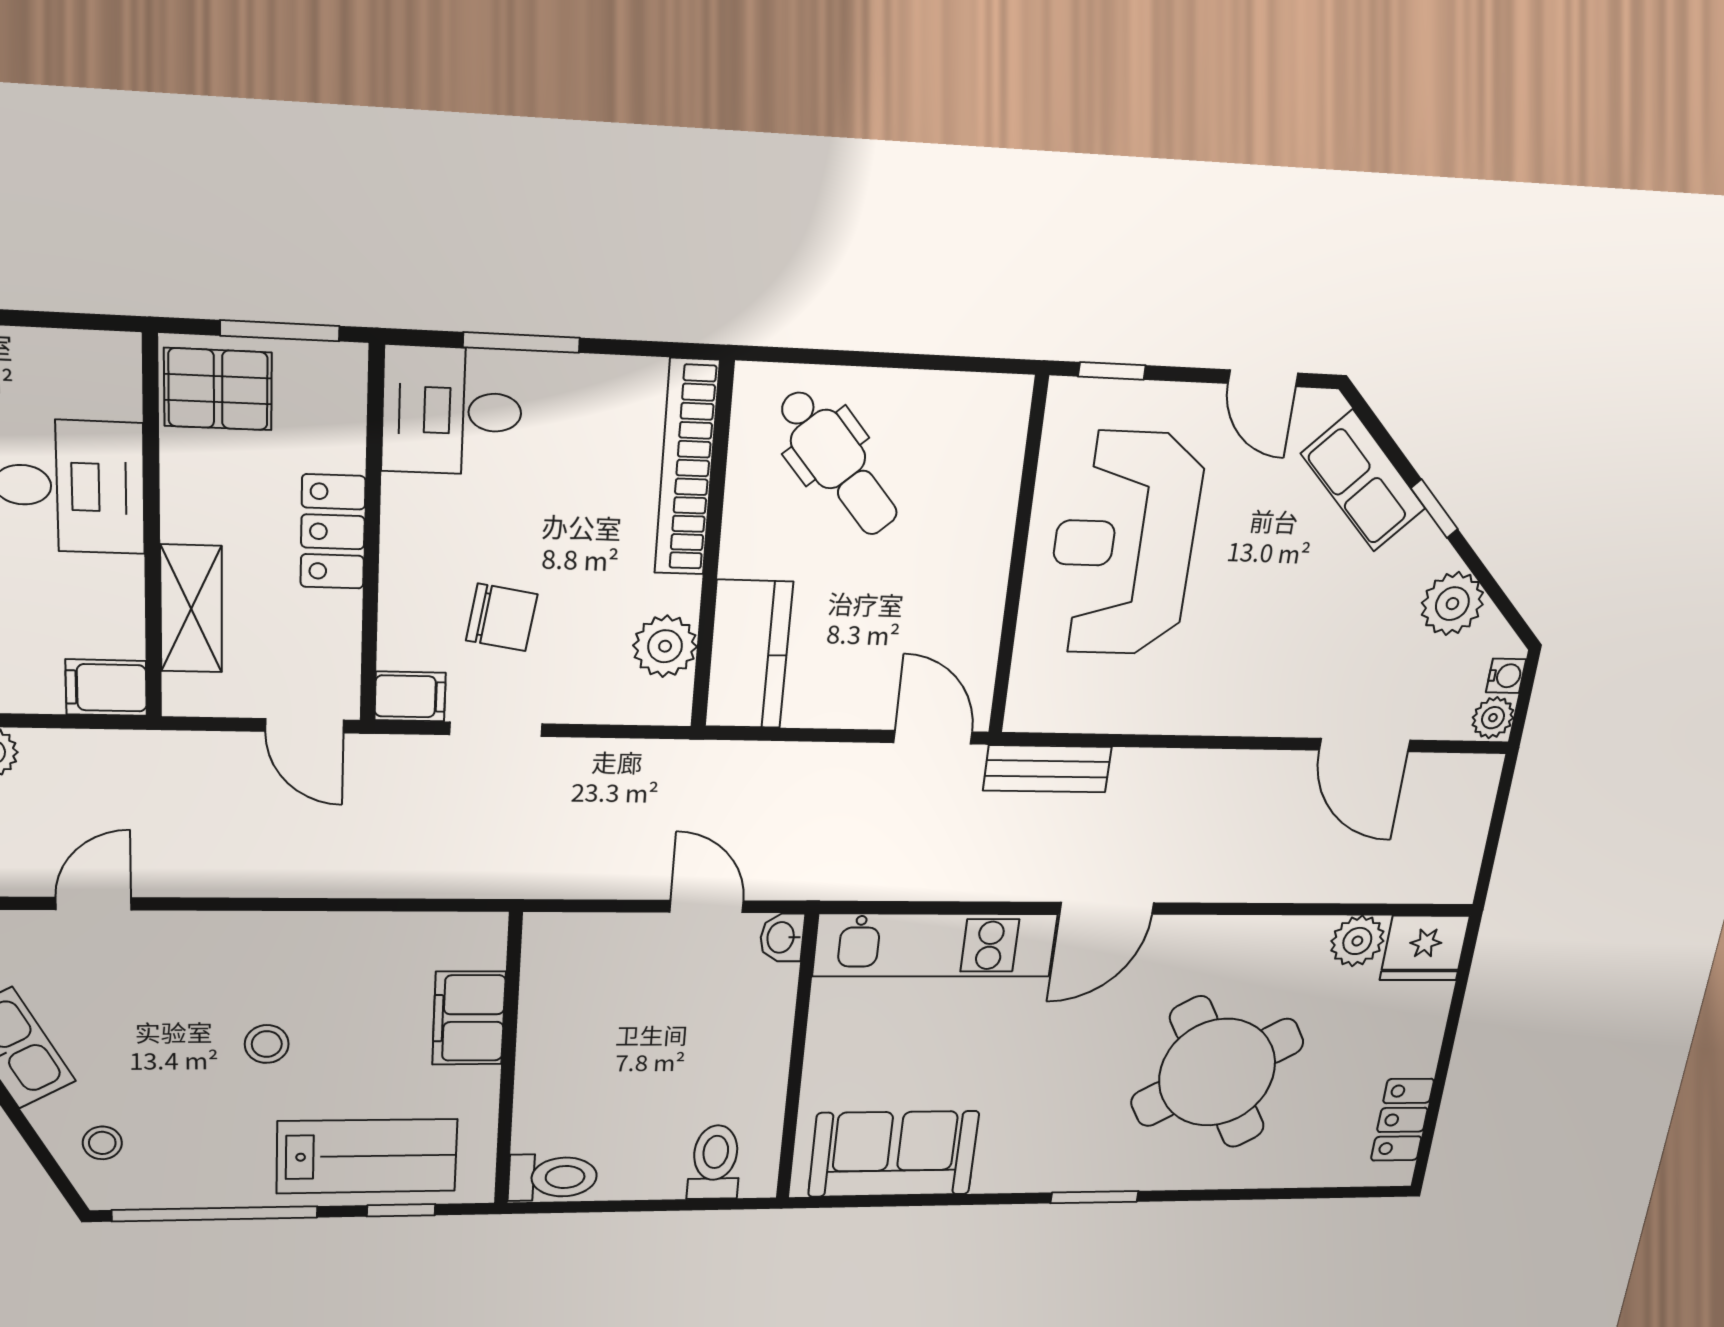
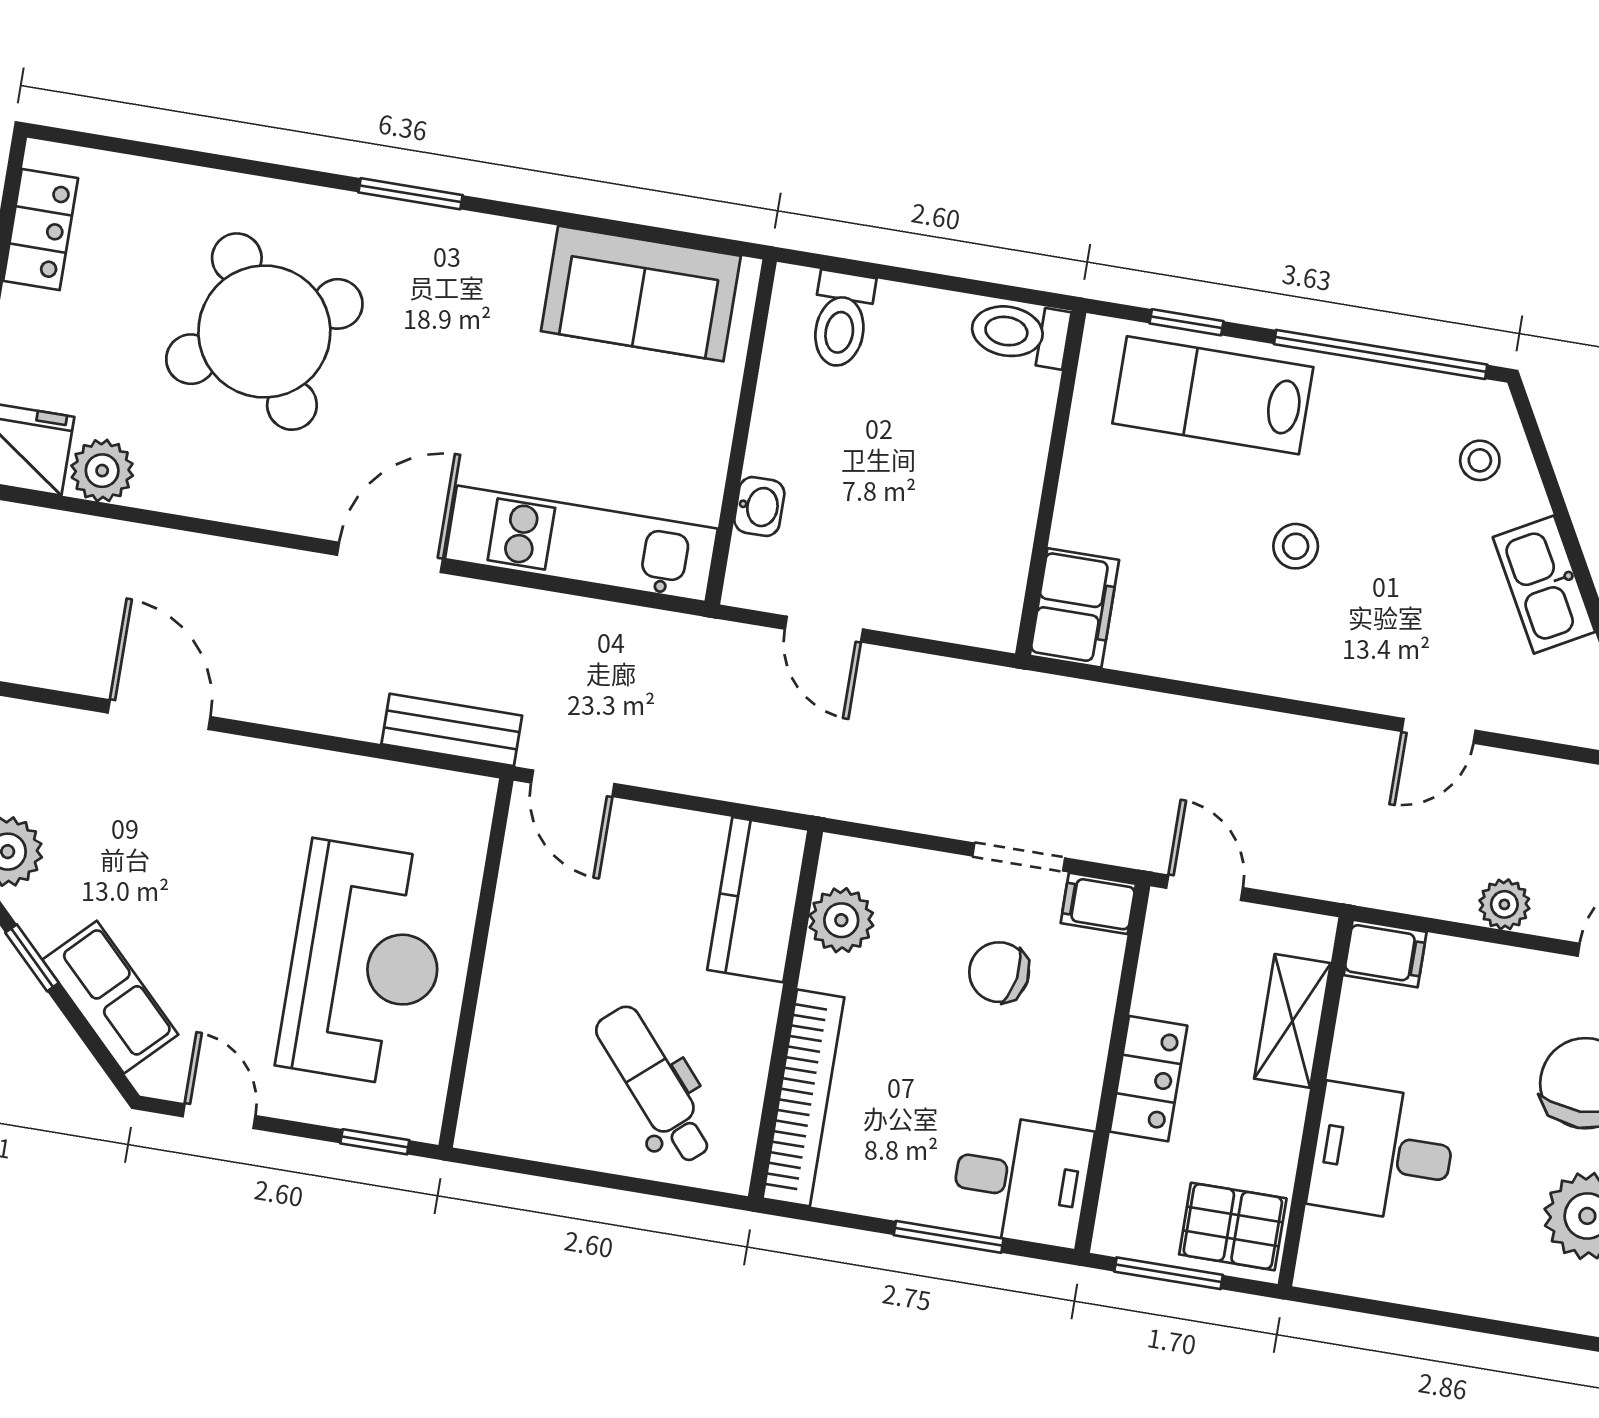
door: (1365, 745) -> (159, 715), moved
washbasin: (782, 937) -> (759, 506), moved
filing cabinet: (469, 1018) -> (1074, 608), moved

